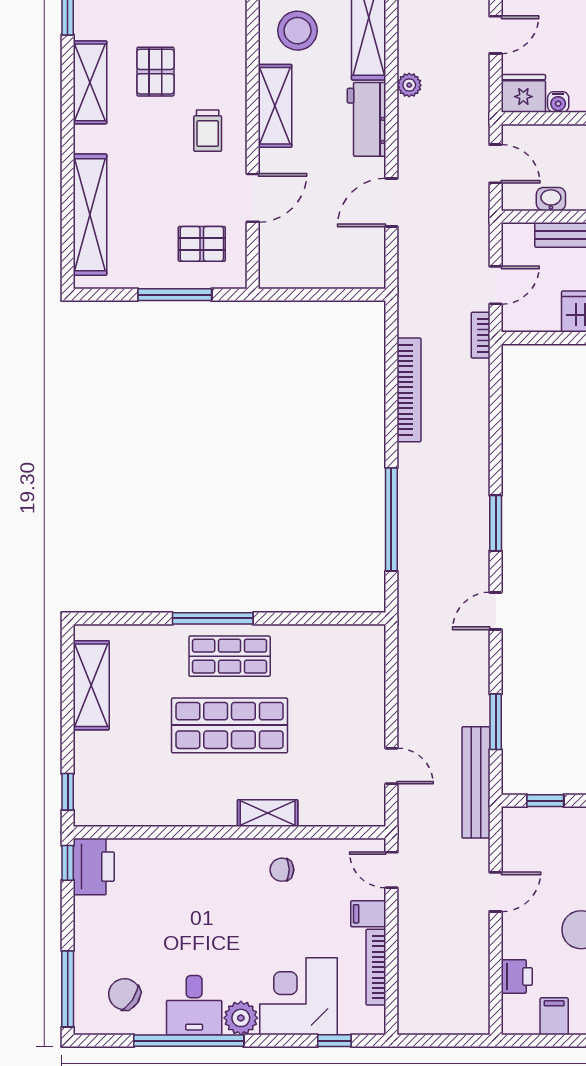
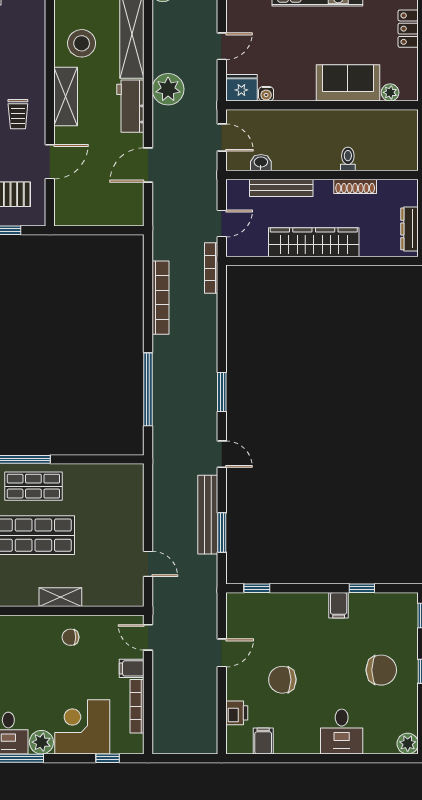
plant: (409, 85) -> (168, 89), width x1.87, depth x1.87
bookcase: (481, 335) -> (211, 268), width x1.56
door: (496, 611) -> (222, 454), swing flipped
bench: (476, 782) -> (208, 515), moved

